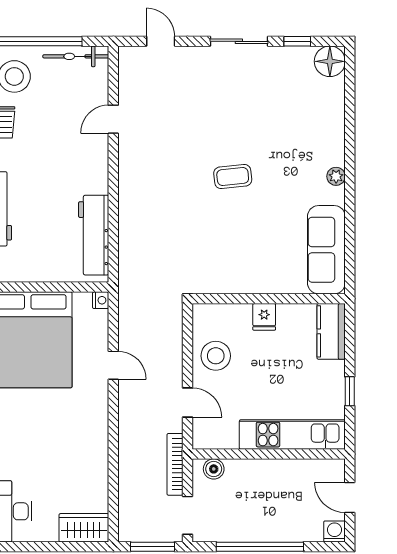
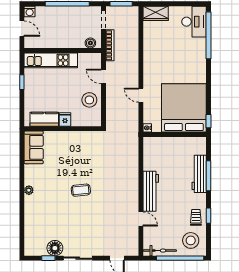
floor lamp: (330, 61) -> (55, 248), moved
door: (113, 119) -> (141, 219), hinge flipped
workbench: (94, 235) -> (151, 191), moved
sofa: (326, 250) -> (34, 147), width x0.73
kitchen counter: (331, 331) -> (44, 119), moved, turned -90

